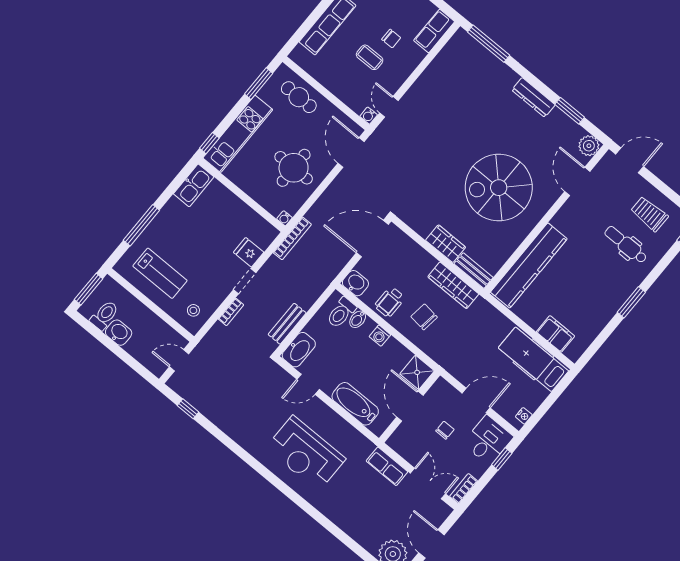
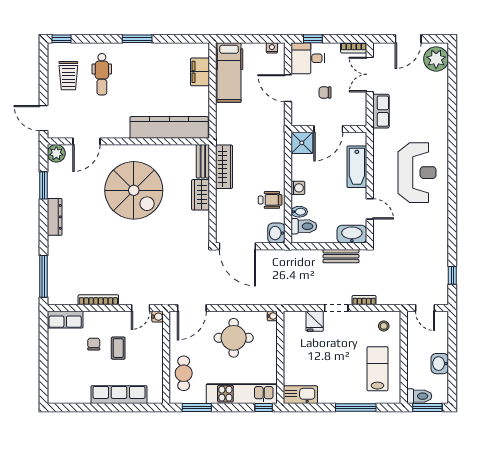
bookcase: (292, 238) -> (98, 300), moved
toilet: (104, 315) -> (419, 396), moved, turned 180
chair: (424, 317) -> (261, 169), removed

